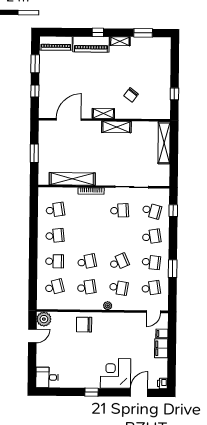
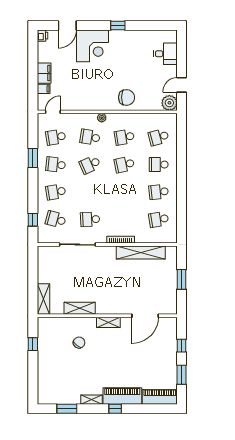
shelving: (116, 127) -> (80, 308), moved
shelving: (164, 143) -> (43, 299), width x0.68
desk: (47, 377) -> (165, 54), moved

